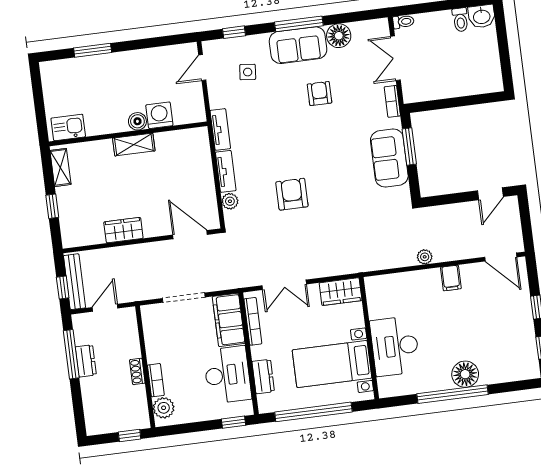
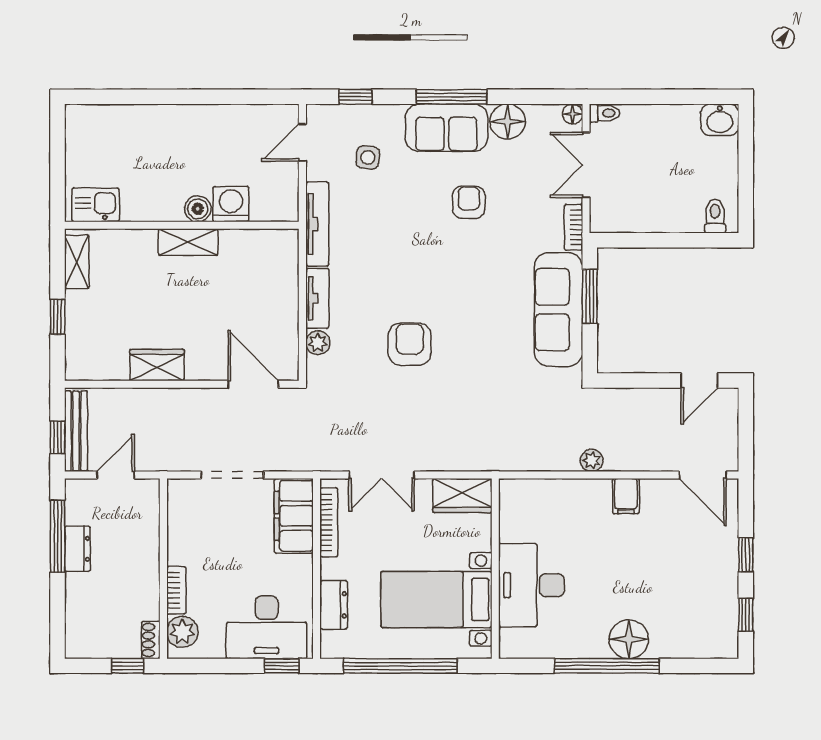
toilet: (460, 20) -> (715, 216), moved, turned 180
floor lamp: (382, 25) -> (573, 114), added
window: (93, 50) -> (146, 97), removed
tv unit: (220, 129) -> (317, 224), width x1.41
sofa: (389, 158) -> (559, 310), width x1.36
shoe rack: (137, 371) -> (151, 640), moved
desk: (227, 375) -> (267, 627), moved, turned 90

